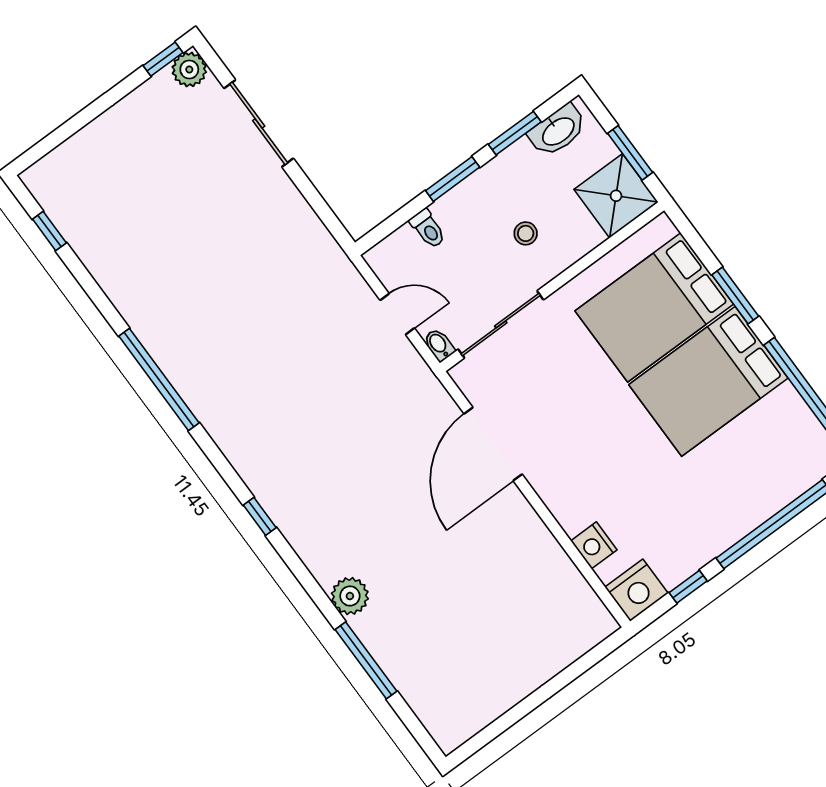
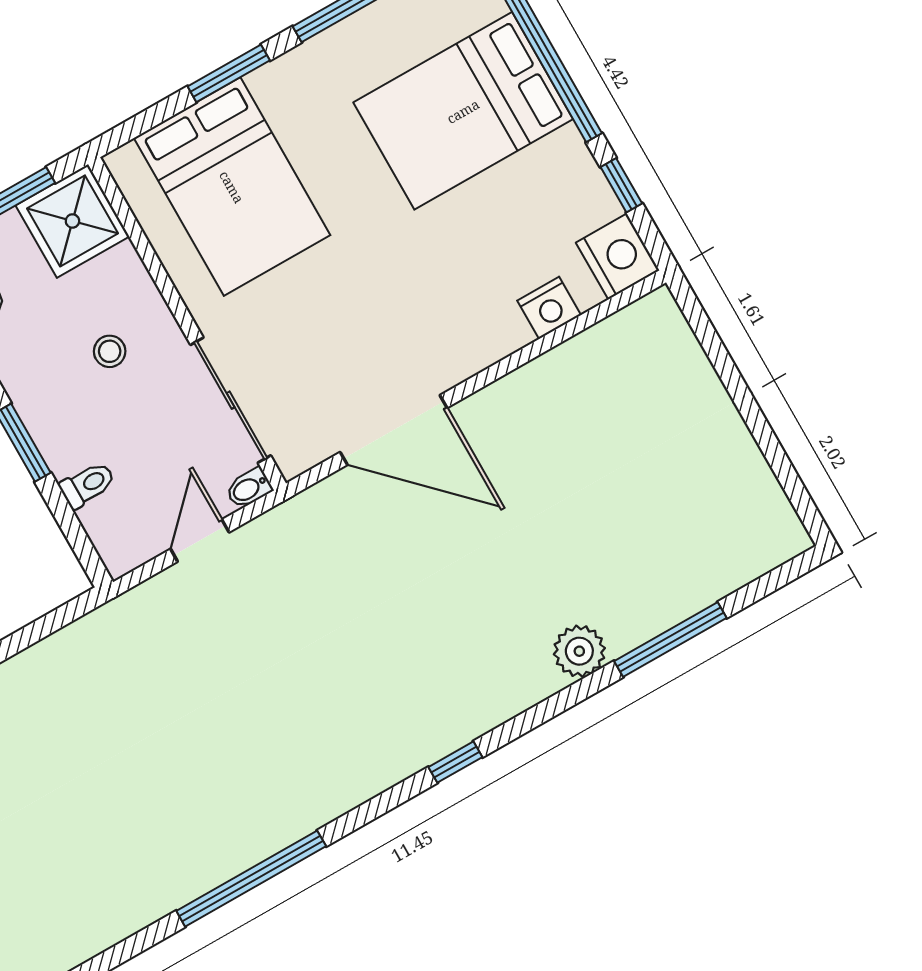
bed: (708, 381) -> (463, 111), moved, turned 90

